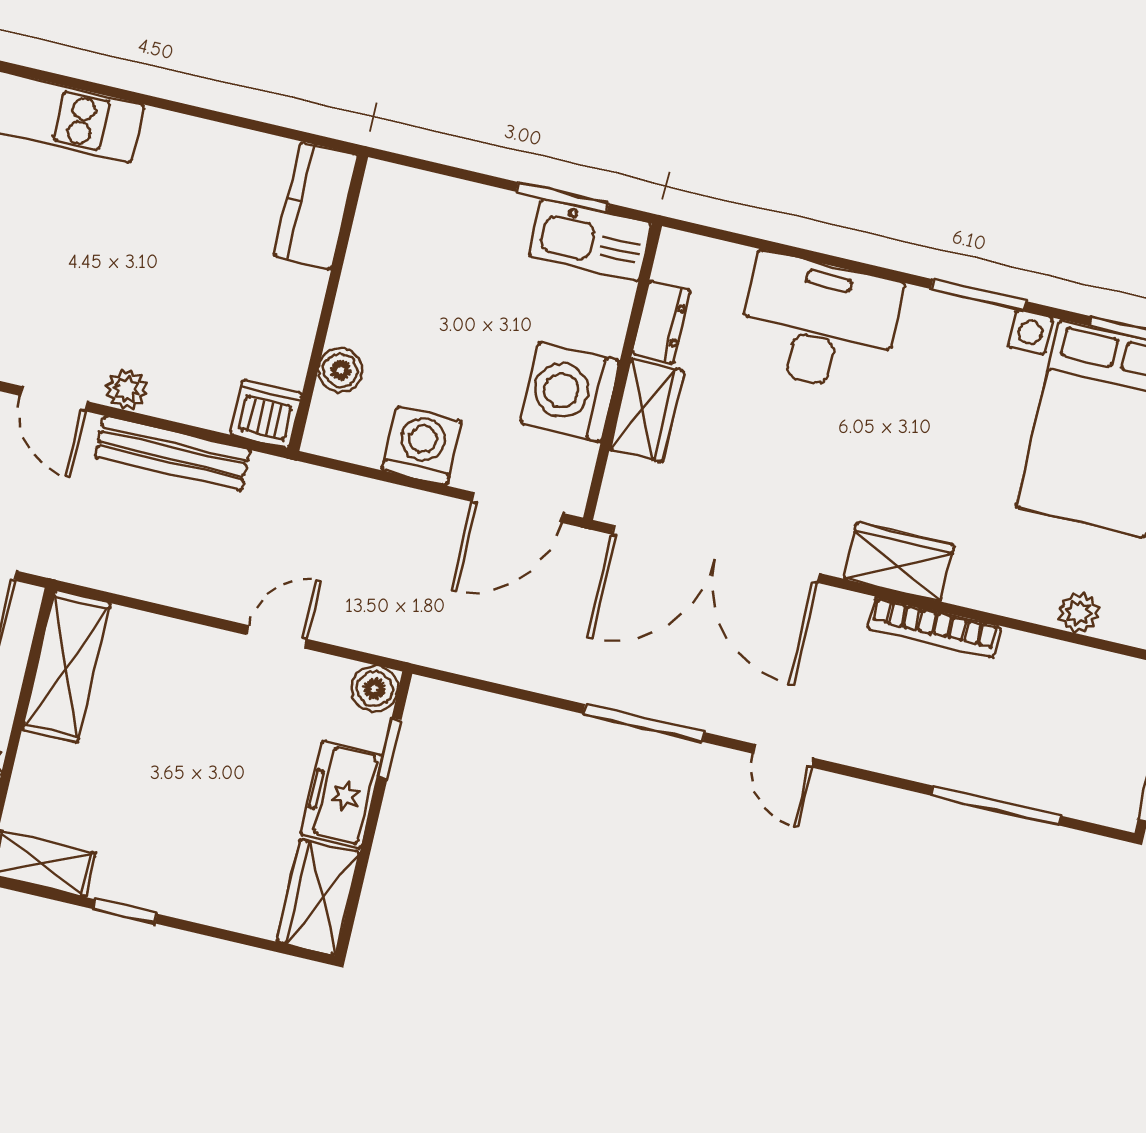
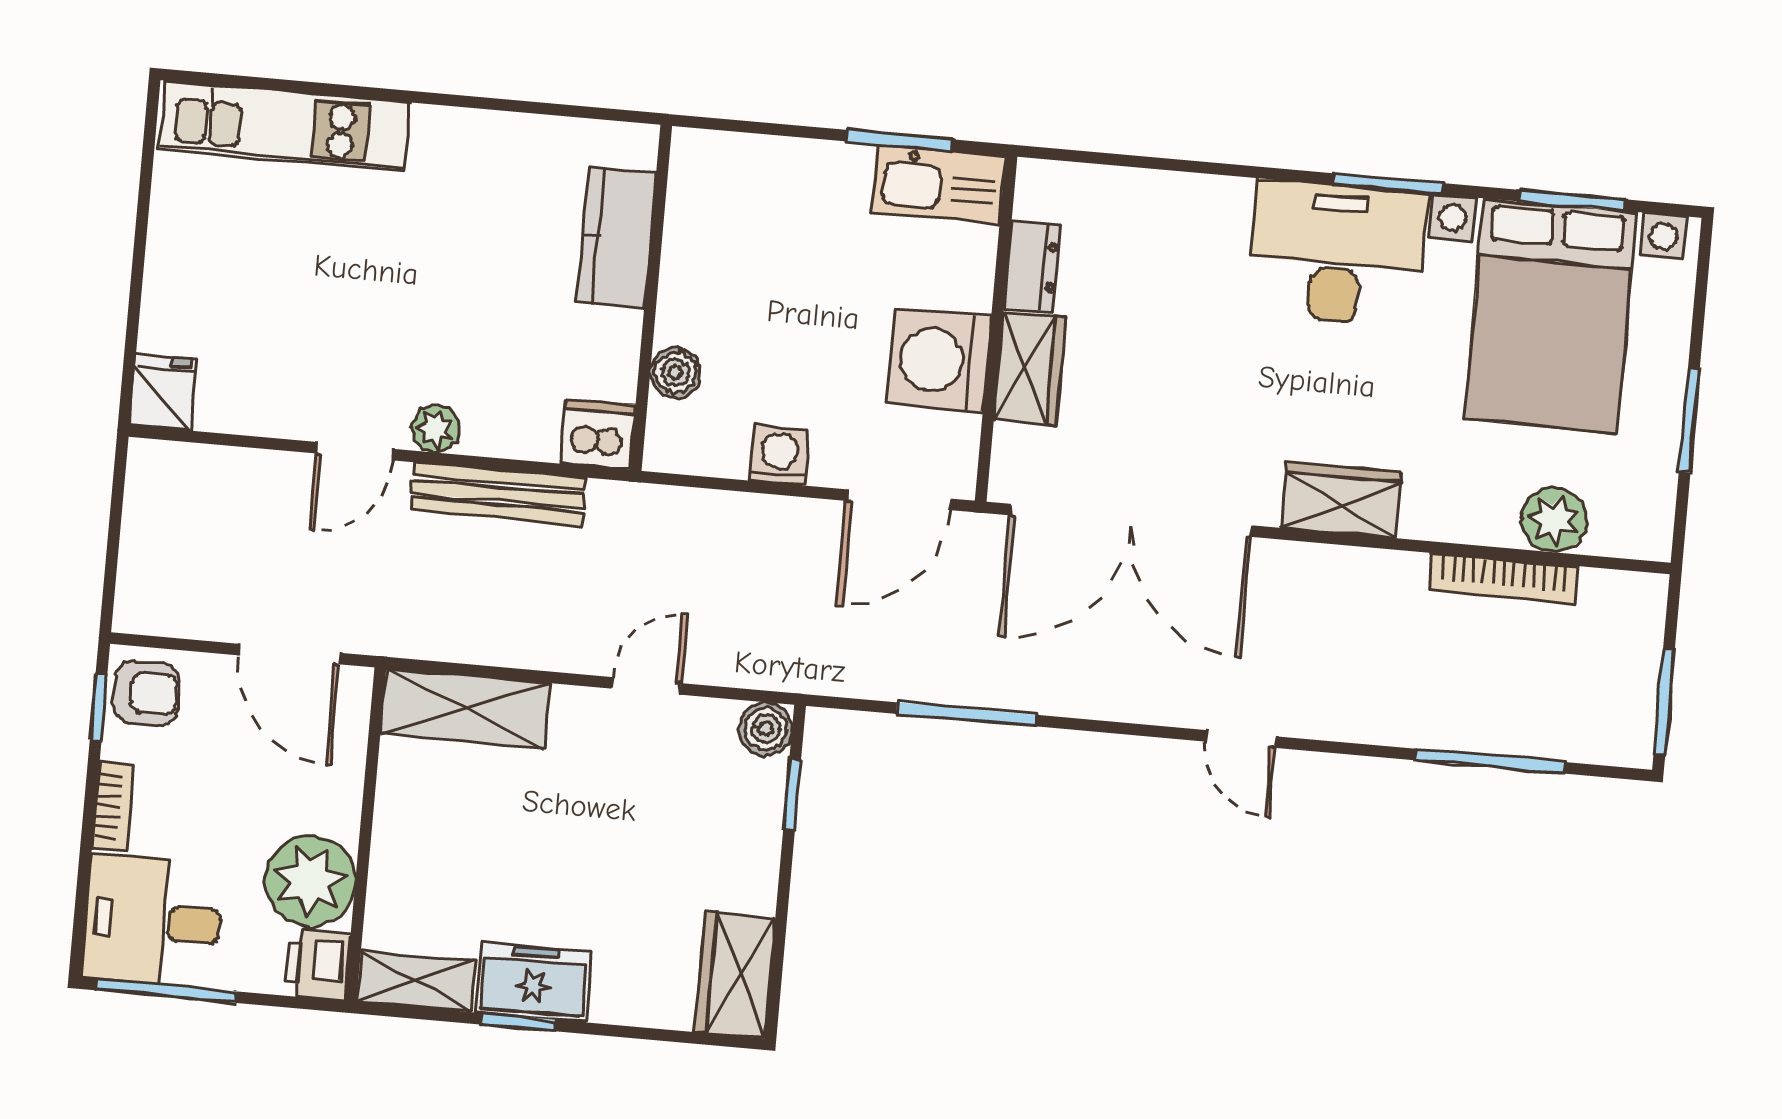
kitchen counter: (316, 206) -> (616, 237), moved
desk: (819, 324) -> (1337, 253), moved
door: (54, 399) -> (354, 451), hinge flipped
washing machine: (422, 445) -> (779, 455), width x0.73, depth x0.73
plant: (1079, 613) -> (1554, 520), width x1.38, depth x1.38
bookcase: (934, 627) -> (1503, 578), moved
shelving: (66, 666) -> (465, 709), moved, turned 90
window: (644, 723) -> (967, 714), moved
freezer: (341, 795) -> (534, 982), moved, turned 90

